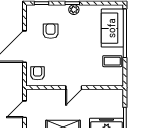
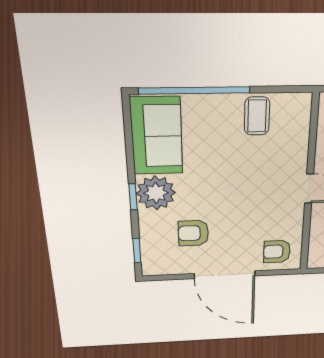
plant: (74, 10) -> (156, 193), width x1.87, depth x1.87
sofa: (112, 28) -> (157, 136), moved, turned -90

